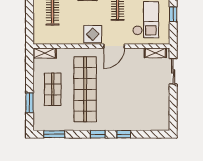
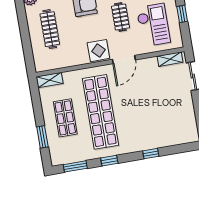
window: (98, 134) -> (109, 161), moved

